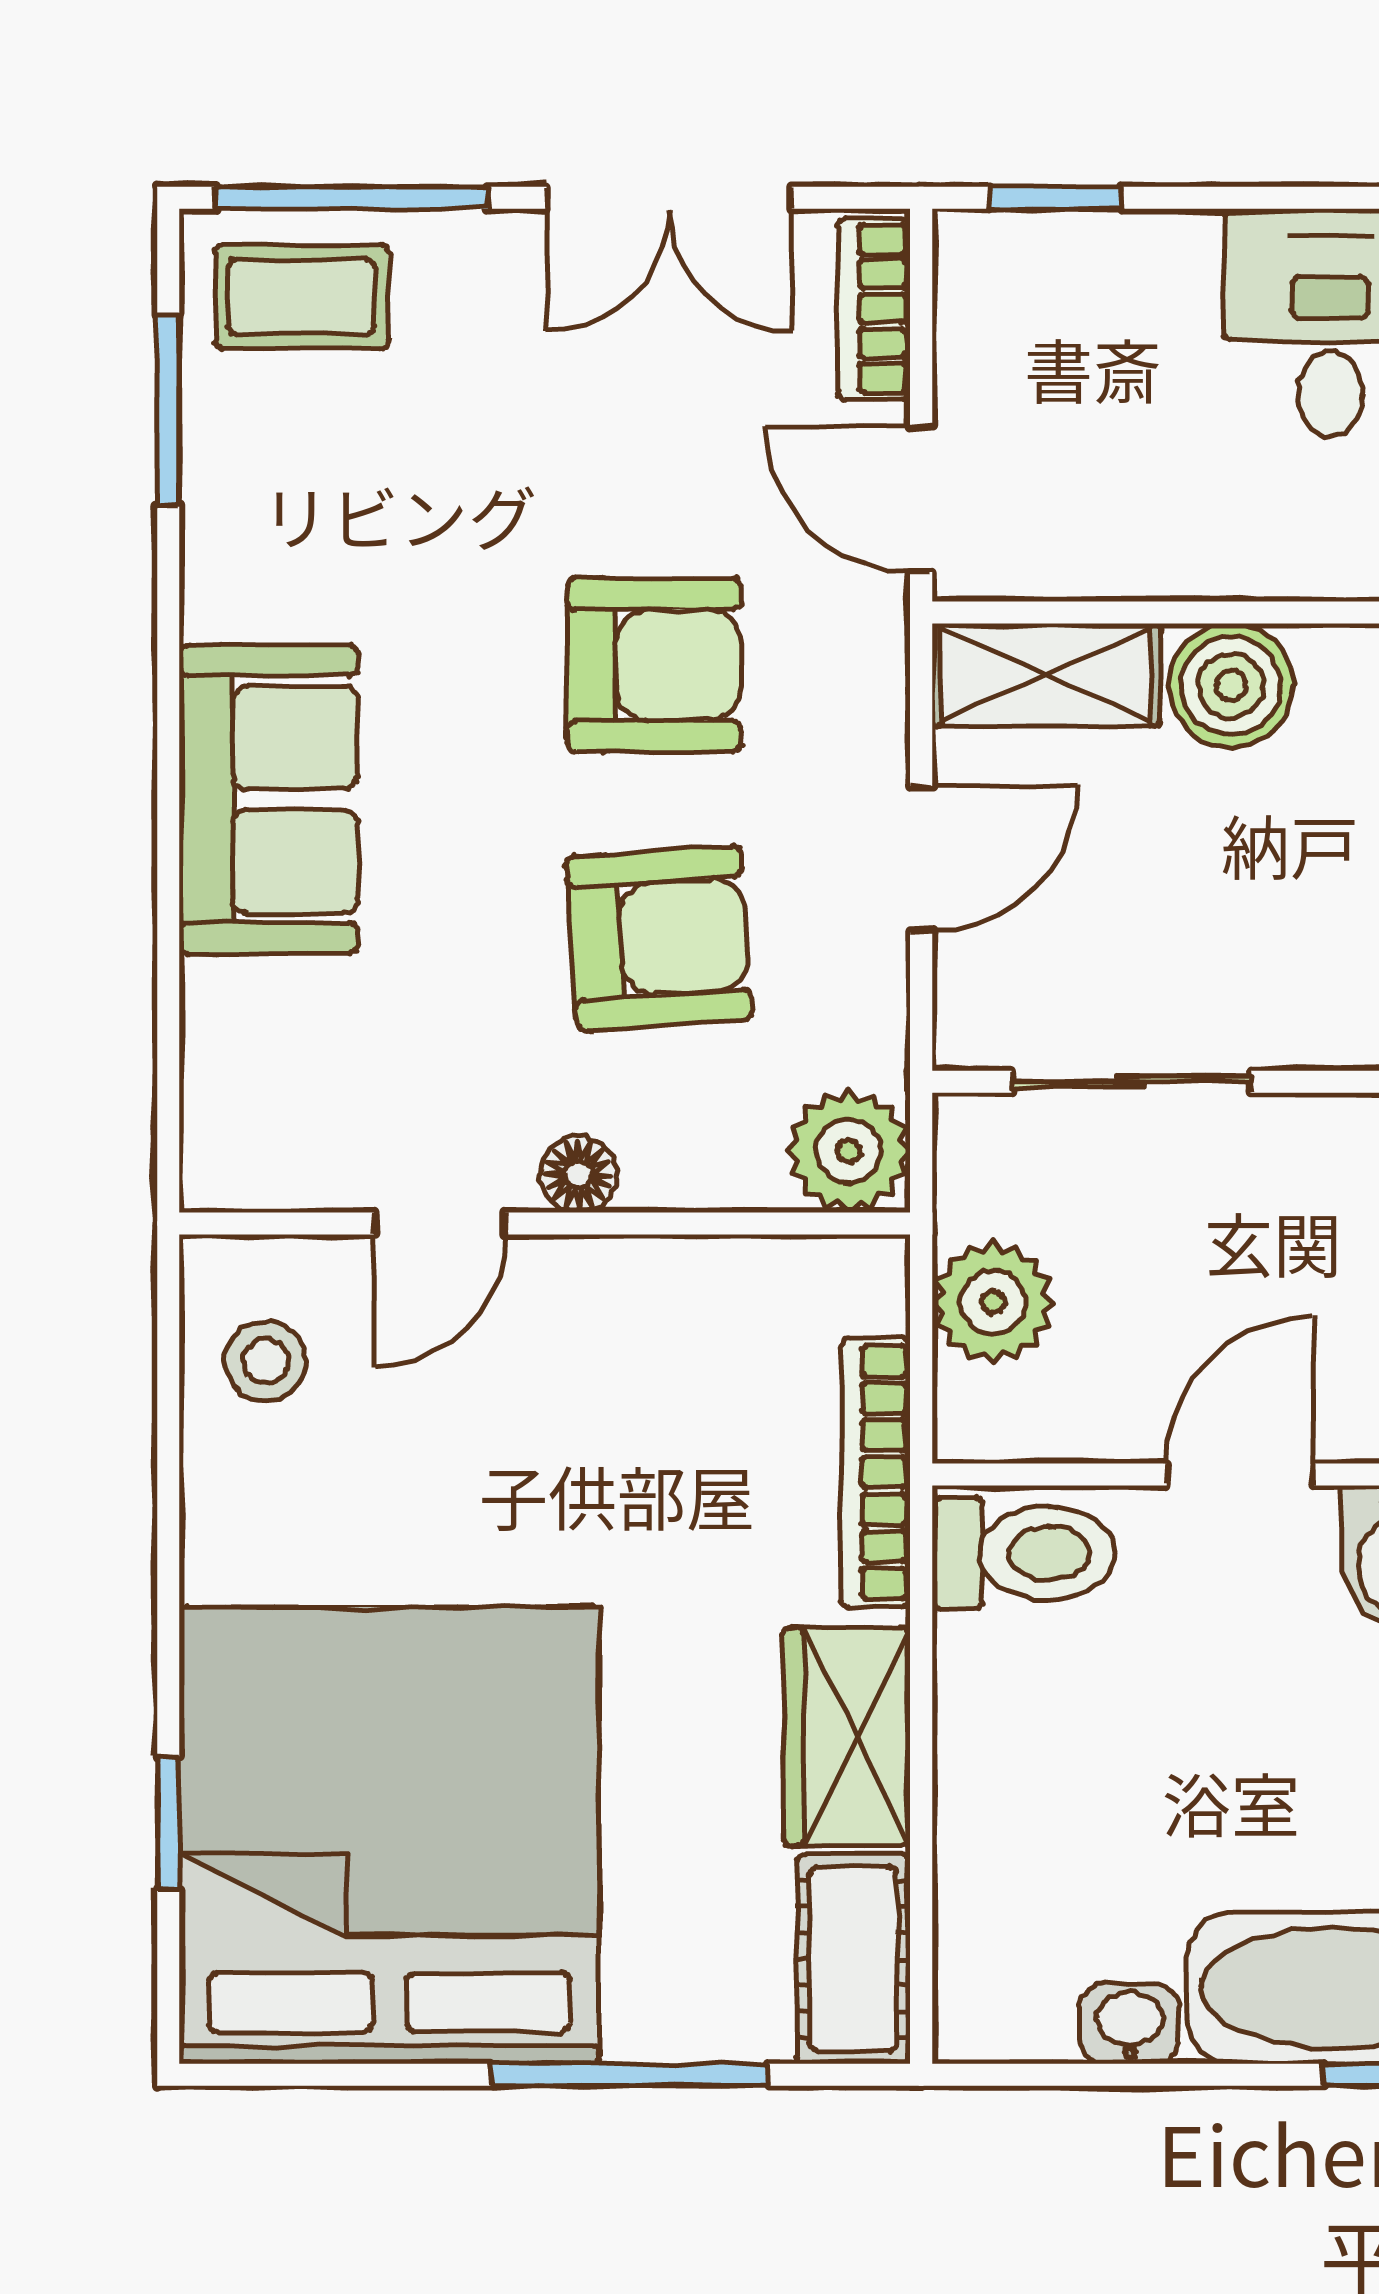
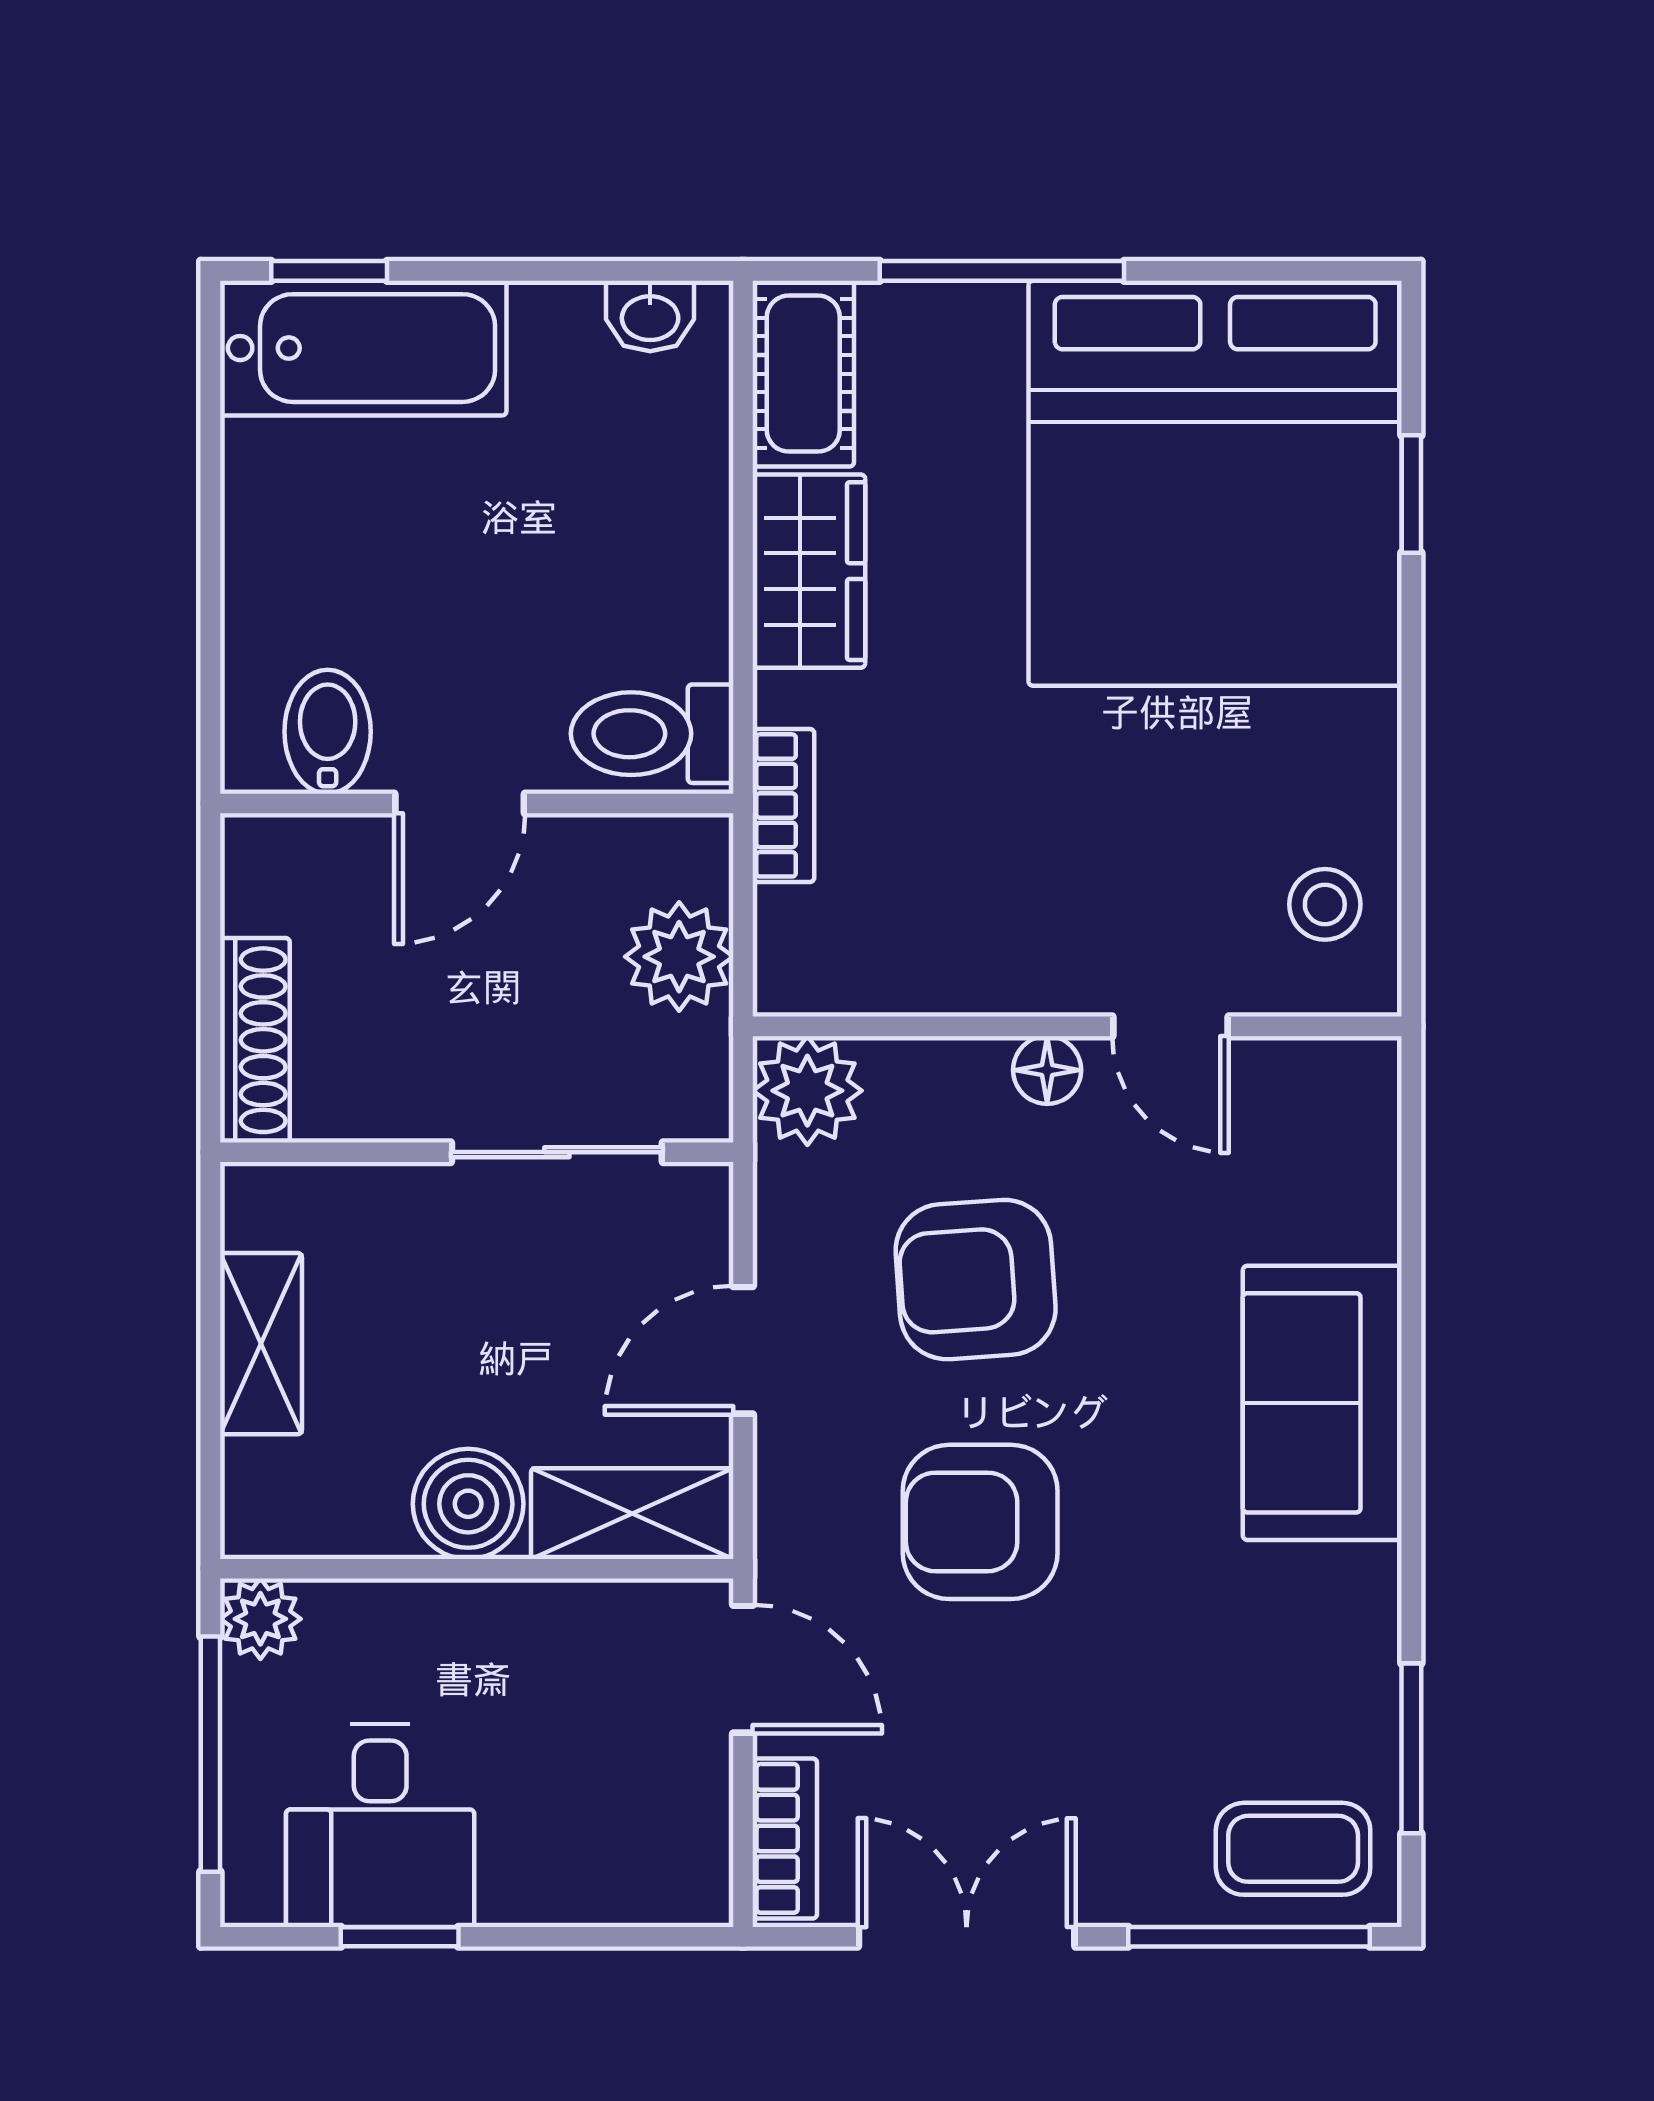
window: (1055, 198) -> (400, 1937), moved
door: (440, 1224) -> (1171, 1026), swing flipped
bookcase: (876, 1472) -> (783, 805), width x0.64
washbasin: (1130, 2024) -> (650, 316), moved

